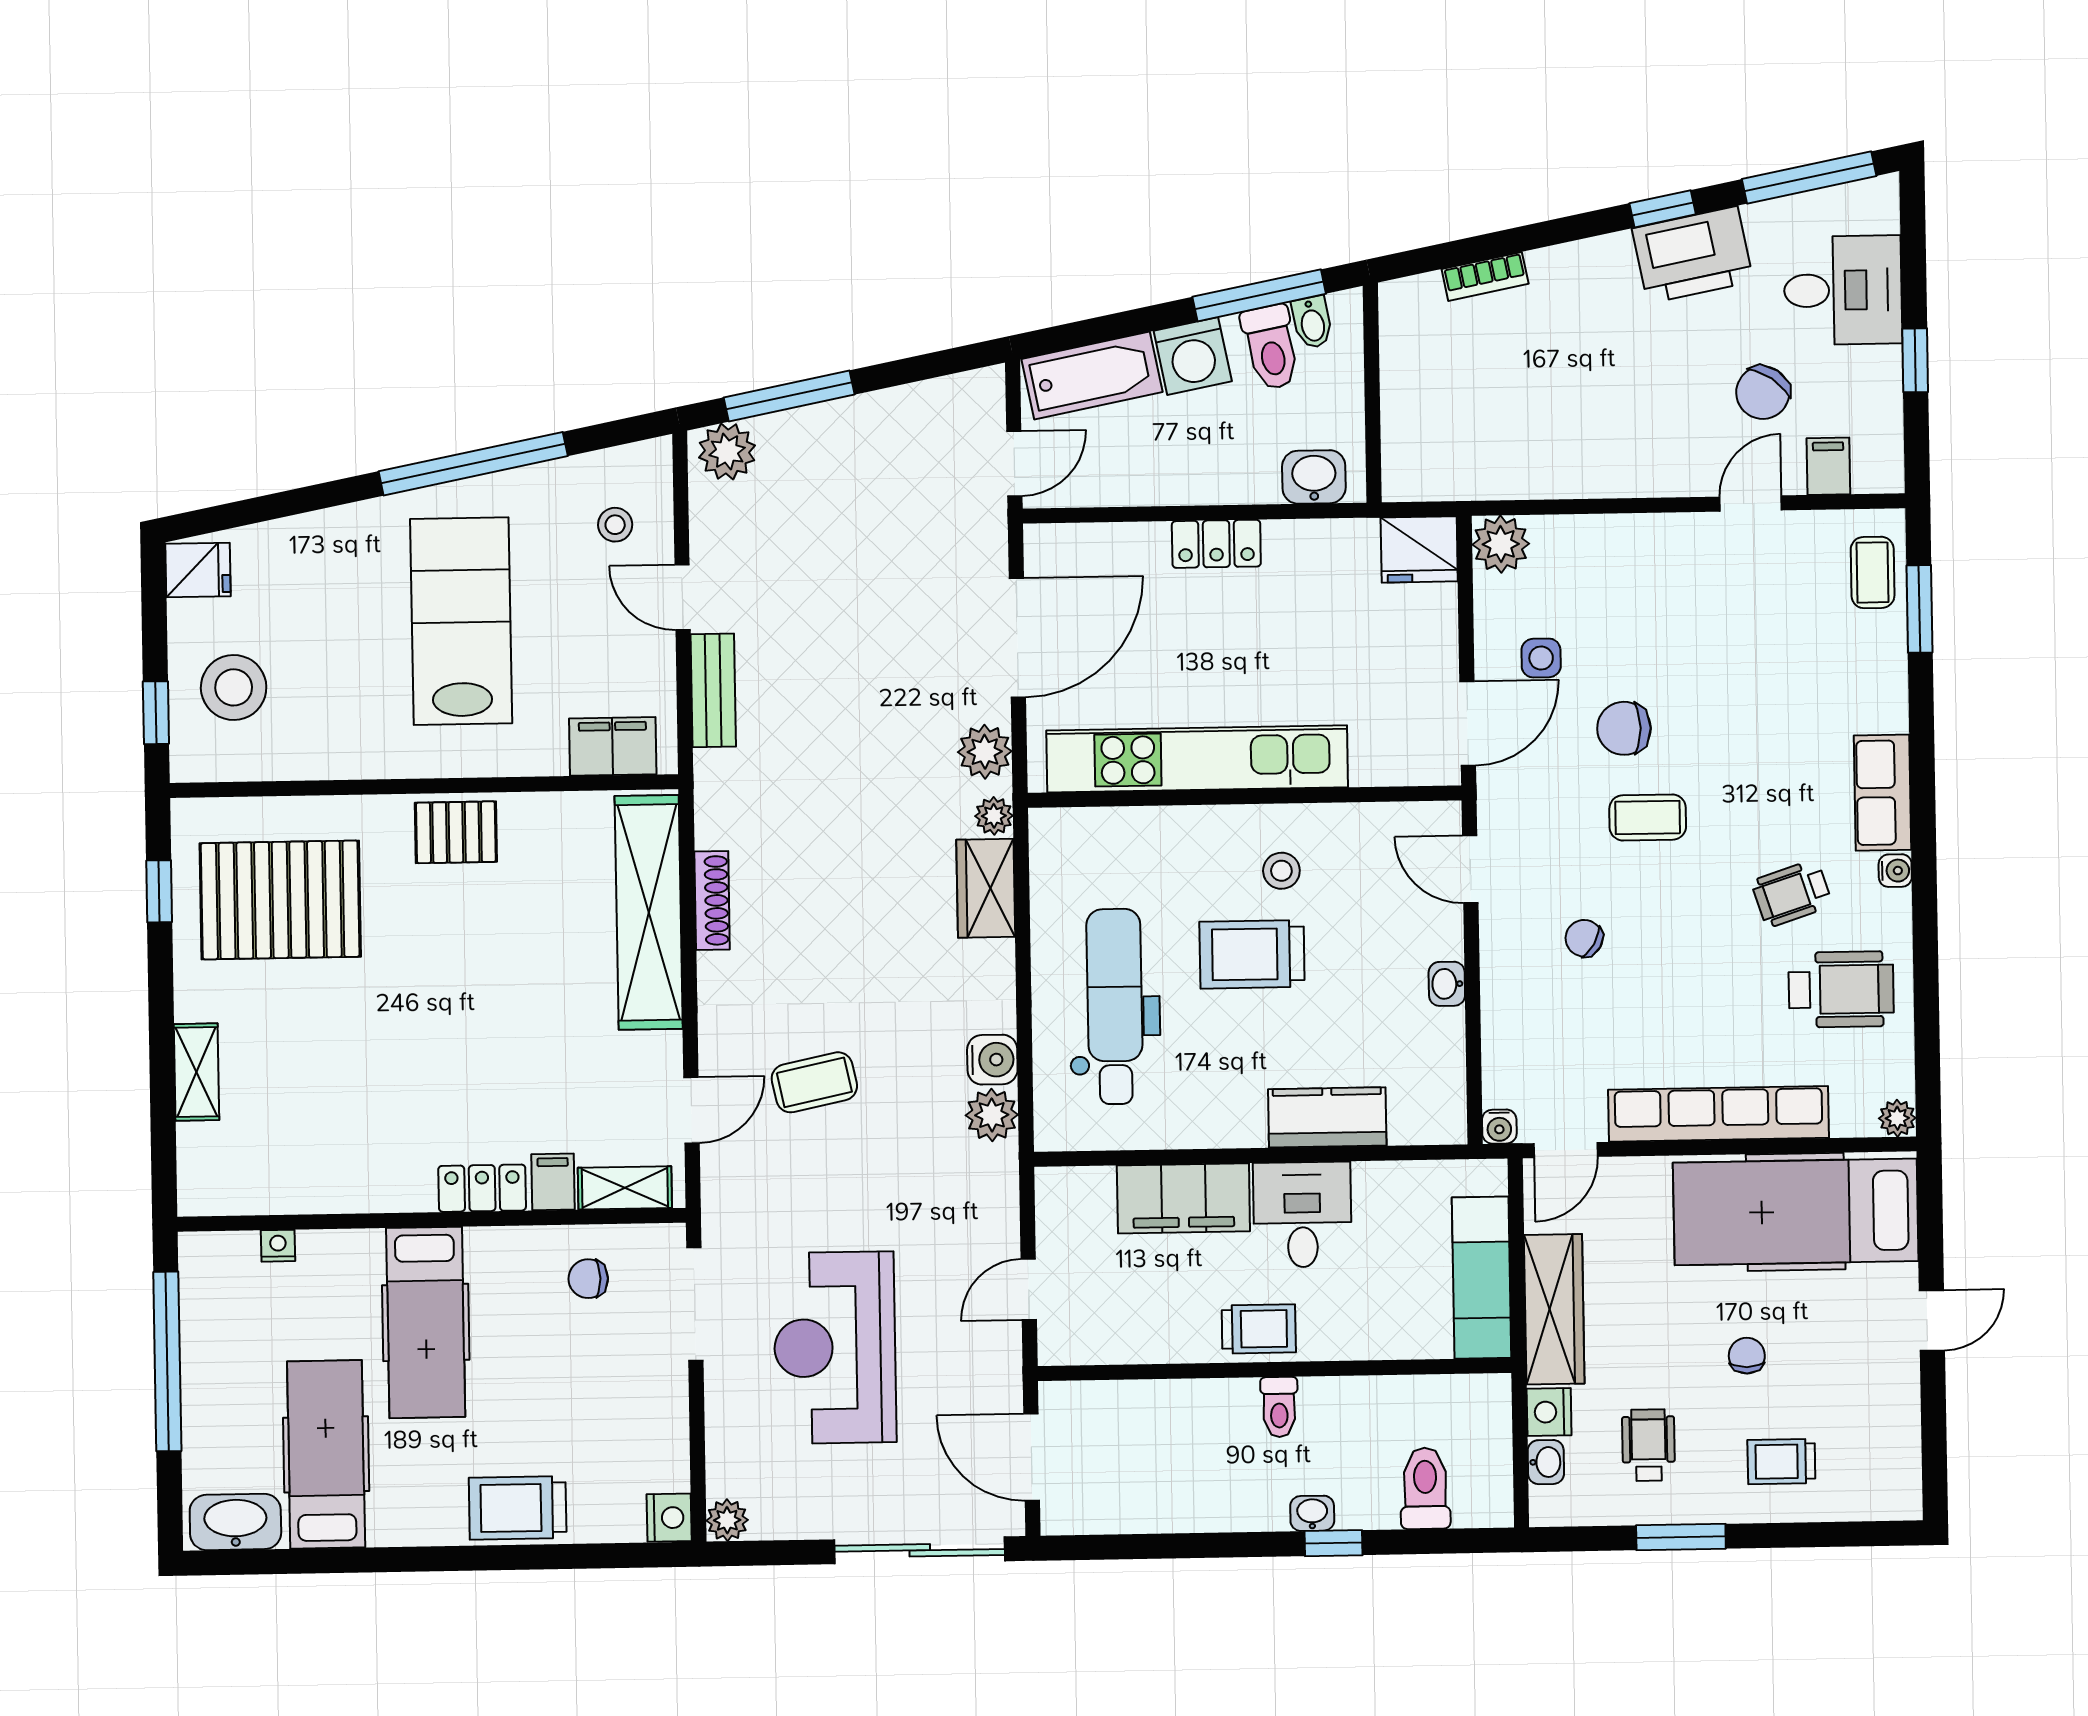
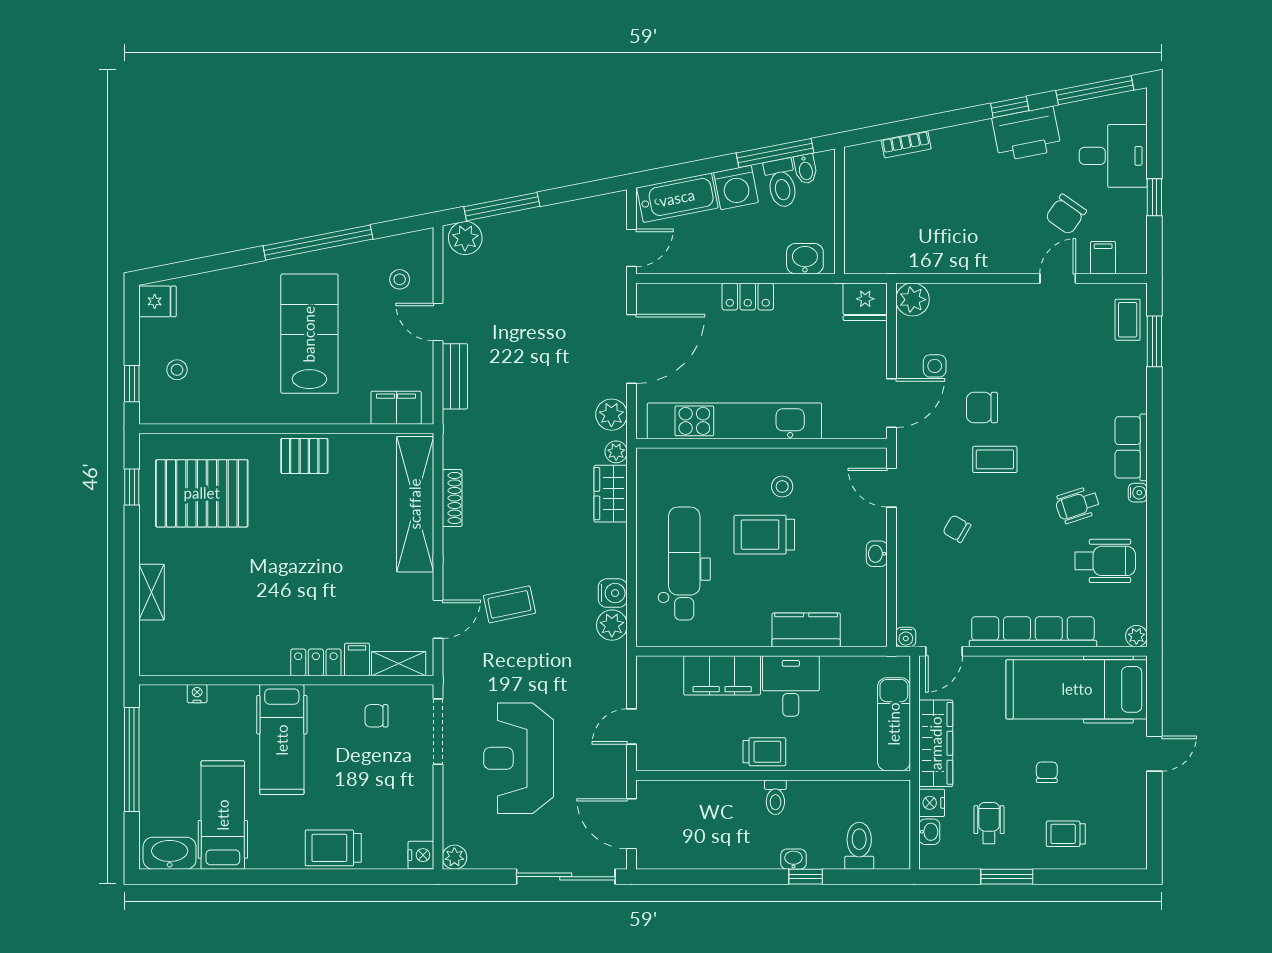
stool: (234, 687) -> (177, 370), width x0.53, depth x0.53

